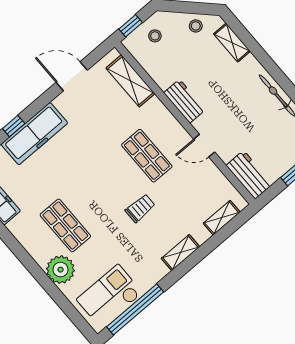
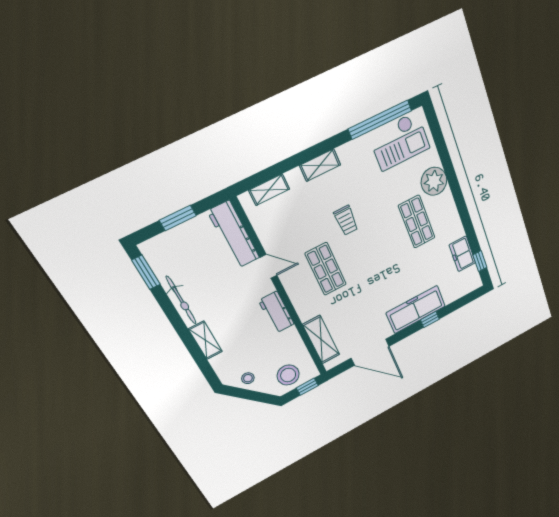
stool: (155, 36) -> (288, 375), width x1.89, depth x1.89
shelving: (232, 43) -> (205, 340), moved
door: (72, 76) -> (370, 352), width x1.36
workbench: (249, 175) -> (234, 235), width x1.38
trolley: (140, 208) -> (346, 220), turned -90

